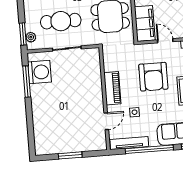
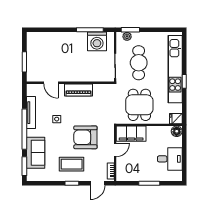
piano: (112, 88) -> (78, 90), moved
wall: (105, 98) -> (70, 83), moved
door: (106, 121) -> (51, 83), moved

